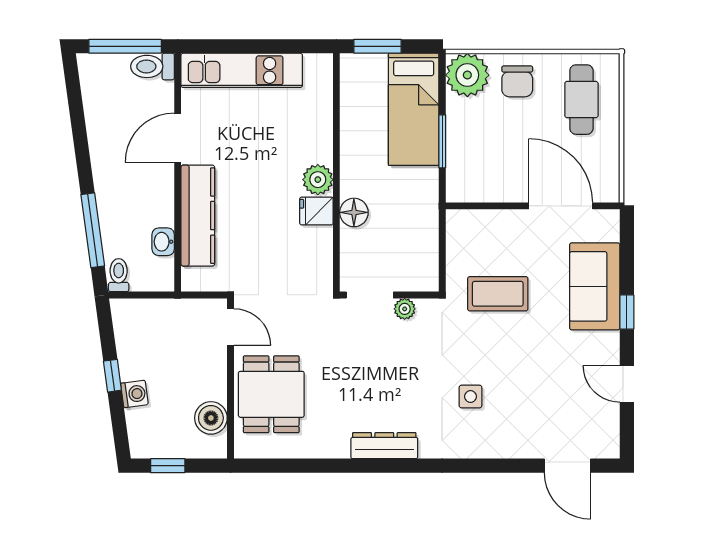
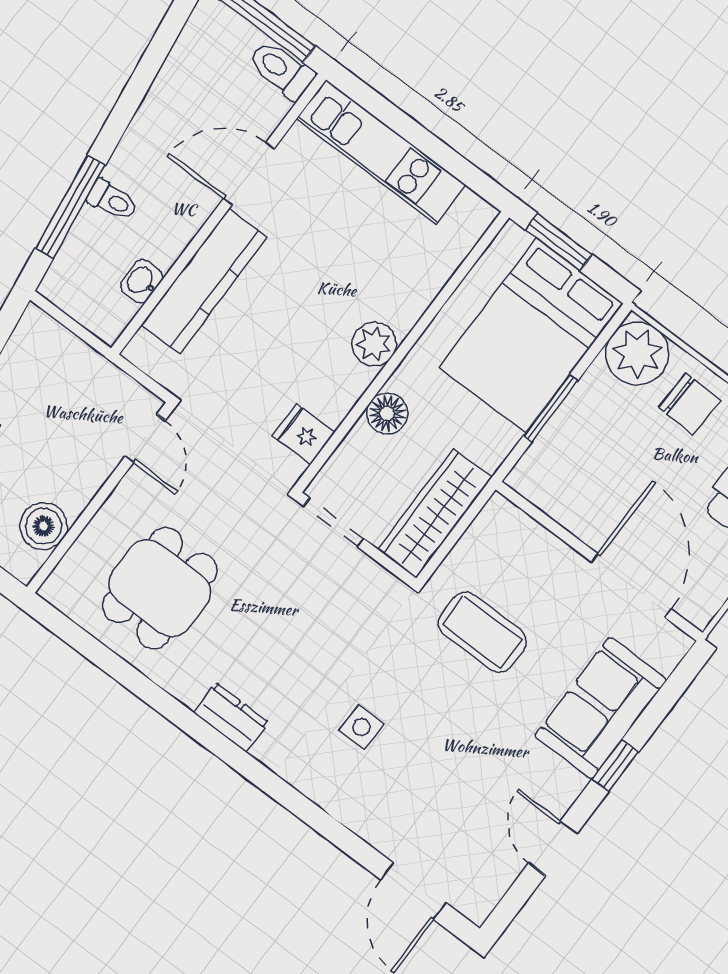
chair: (517, 81) -> (689, 404), turned -88
bed: (414, 109) -> (531, 335), width x1.50
fridge: (316, 211) -> (303, 434), moved
wardrobe: (422, 248) -> (435, 513), added
toilet: (119, 275) -> (113, 201), moved, turned 82
plant: (405, 309) -> (362, 569), removed
dining table: (271, 394) -> (160, 588), moved
dresser: (384, 446) -> (231, 718), width x0.70

